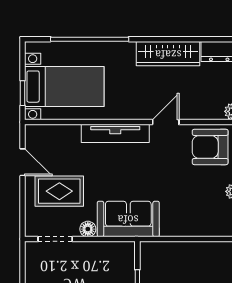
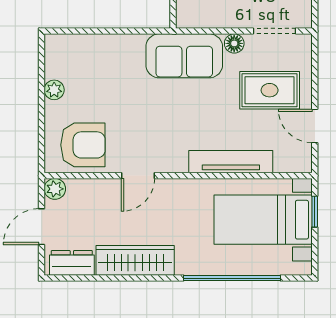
tv unit: (115, 133) -> (231, 162), moved

